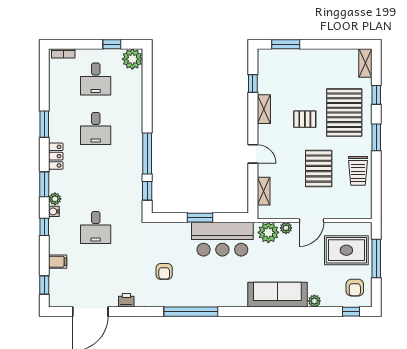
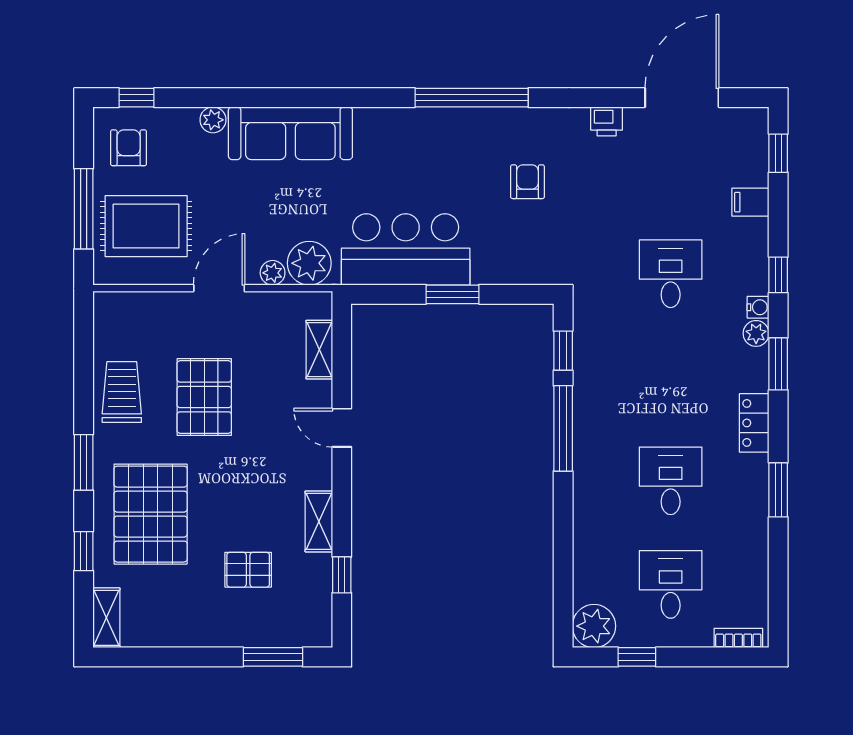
pallet: (305, 119) -> (248, 570), moved

